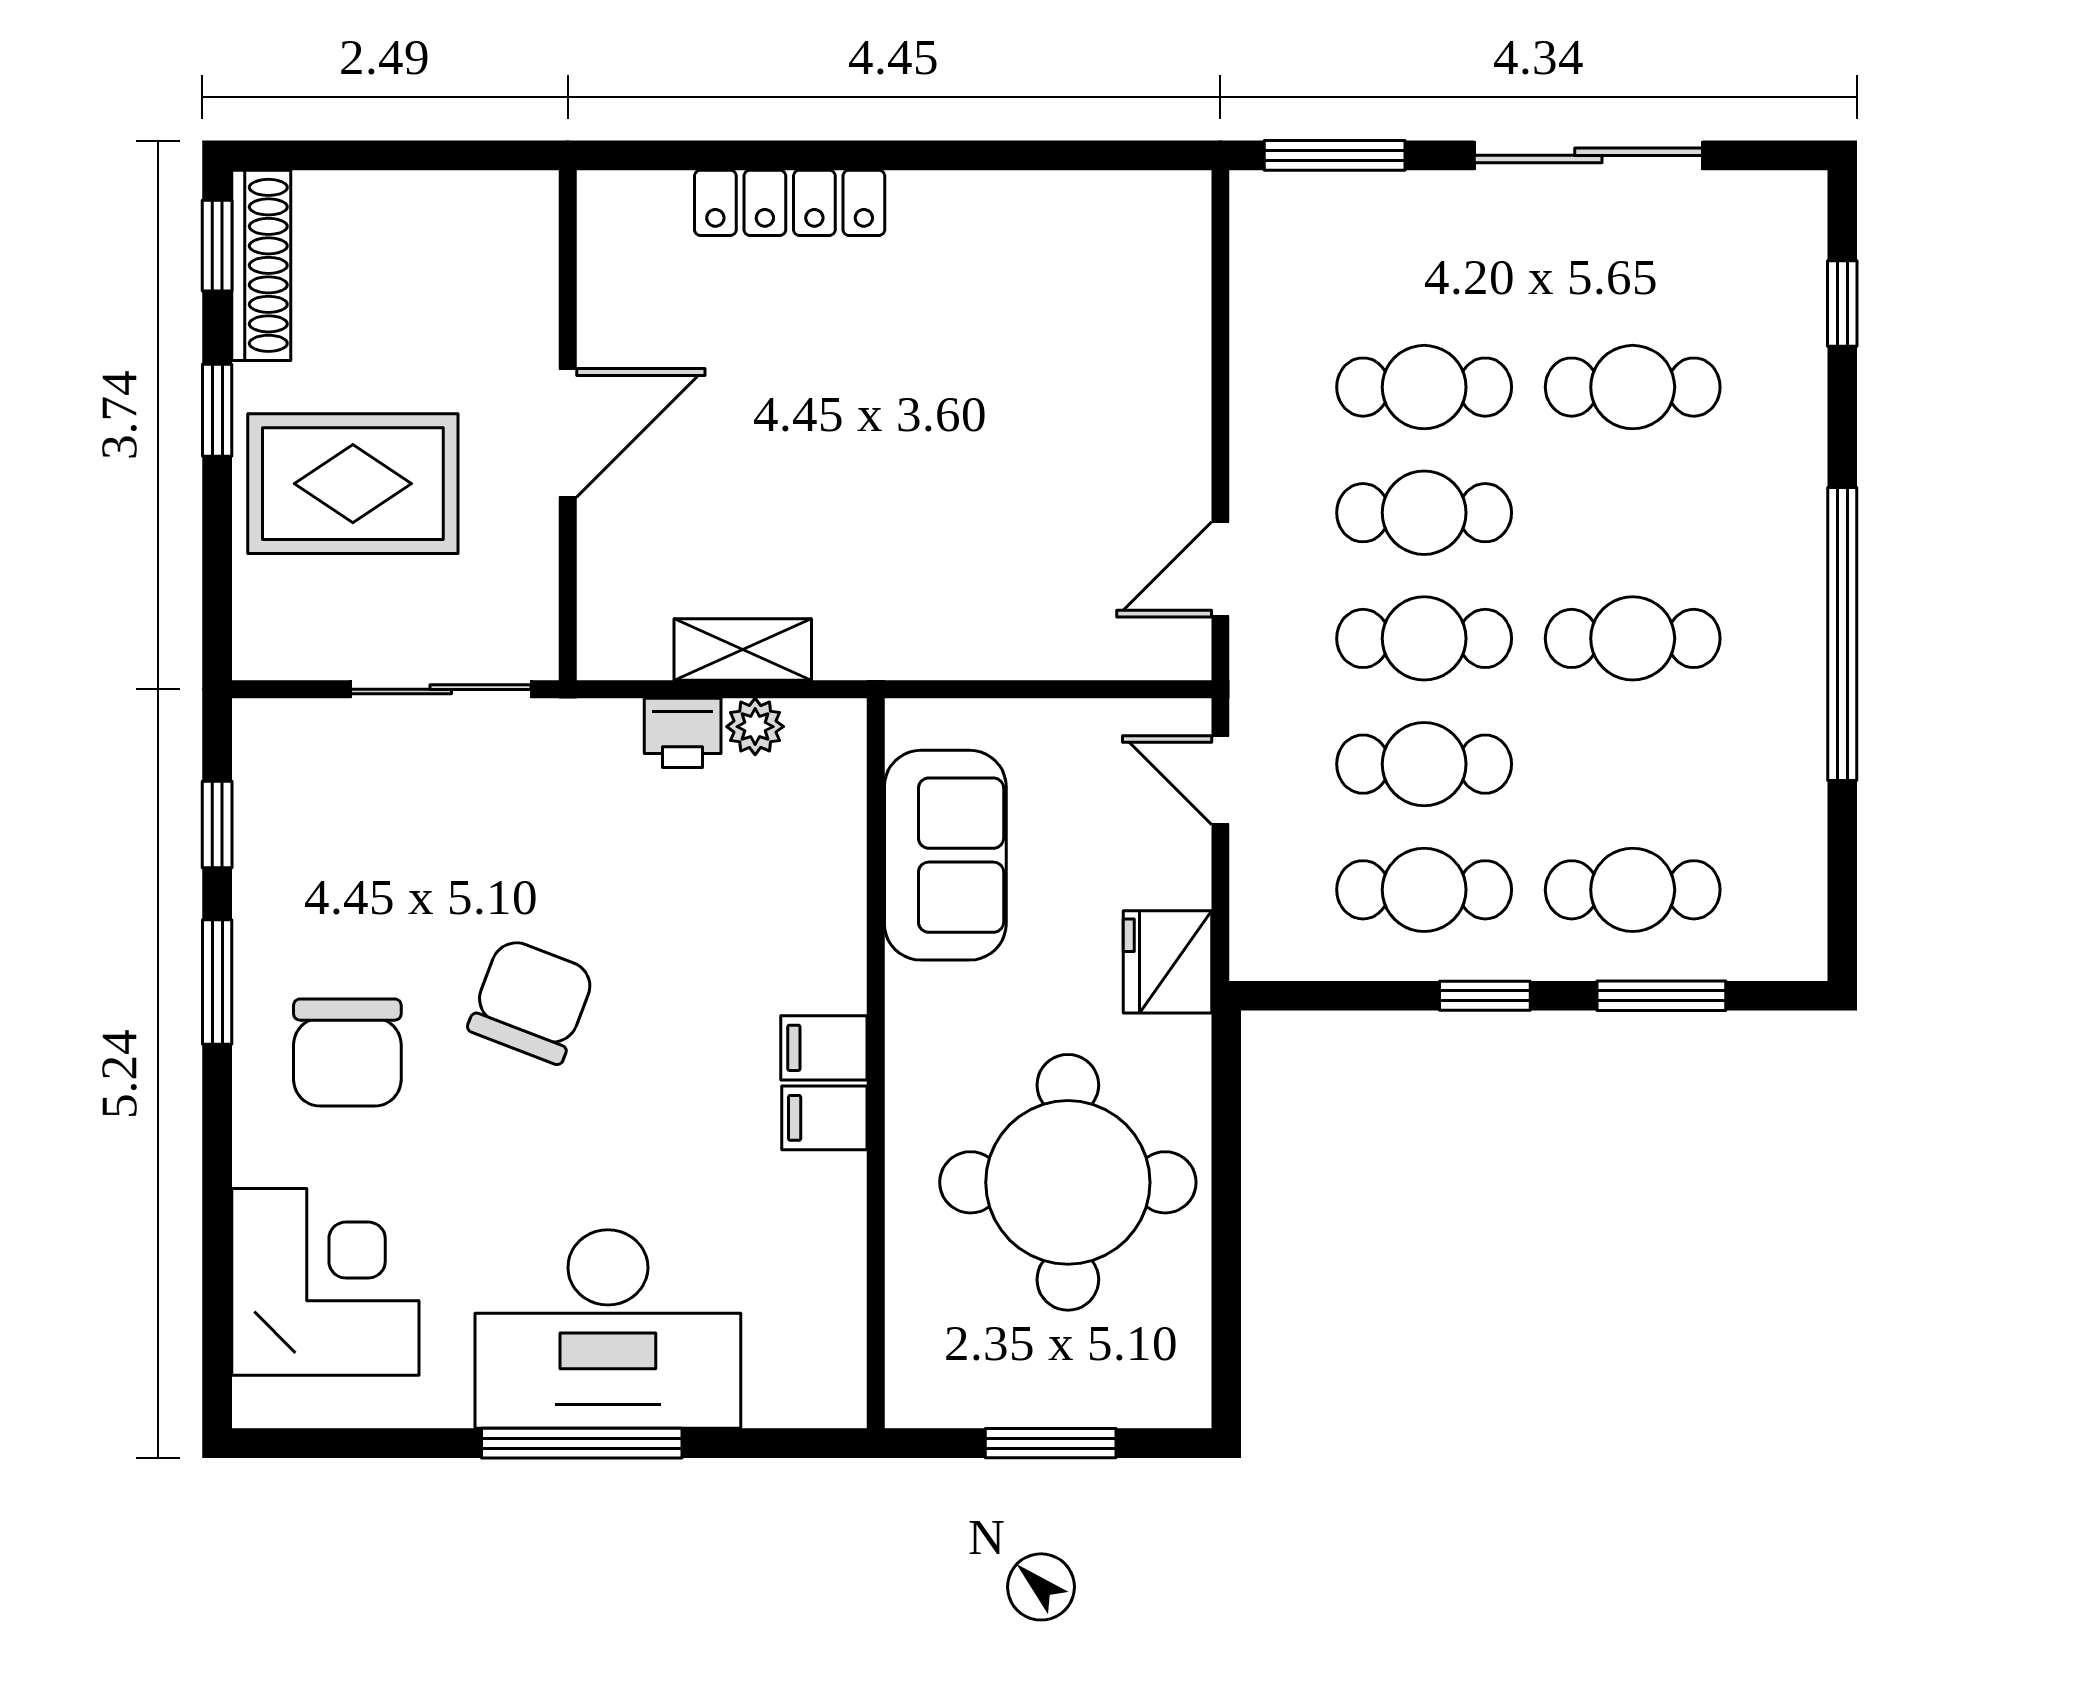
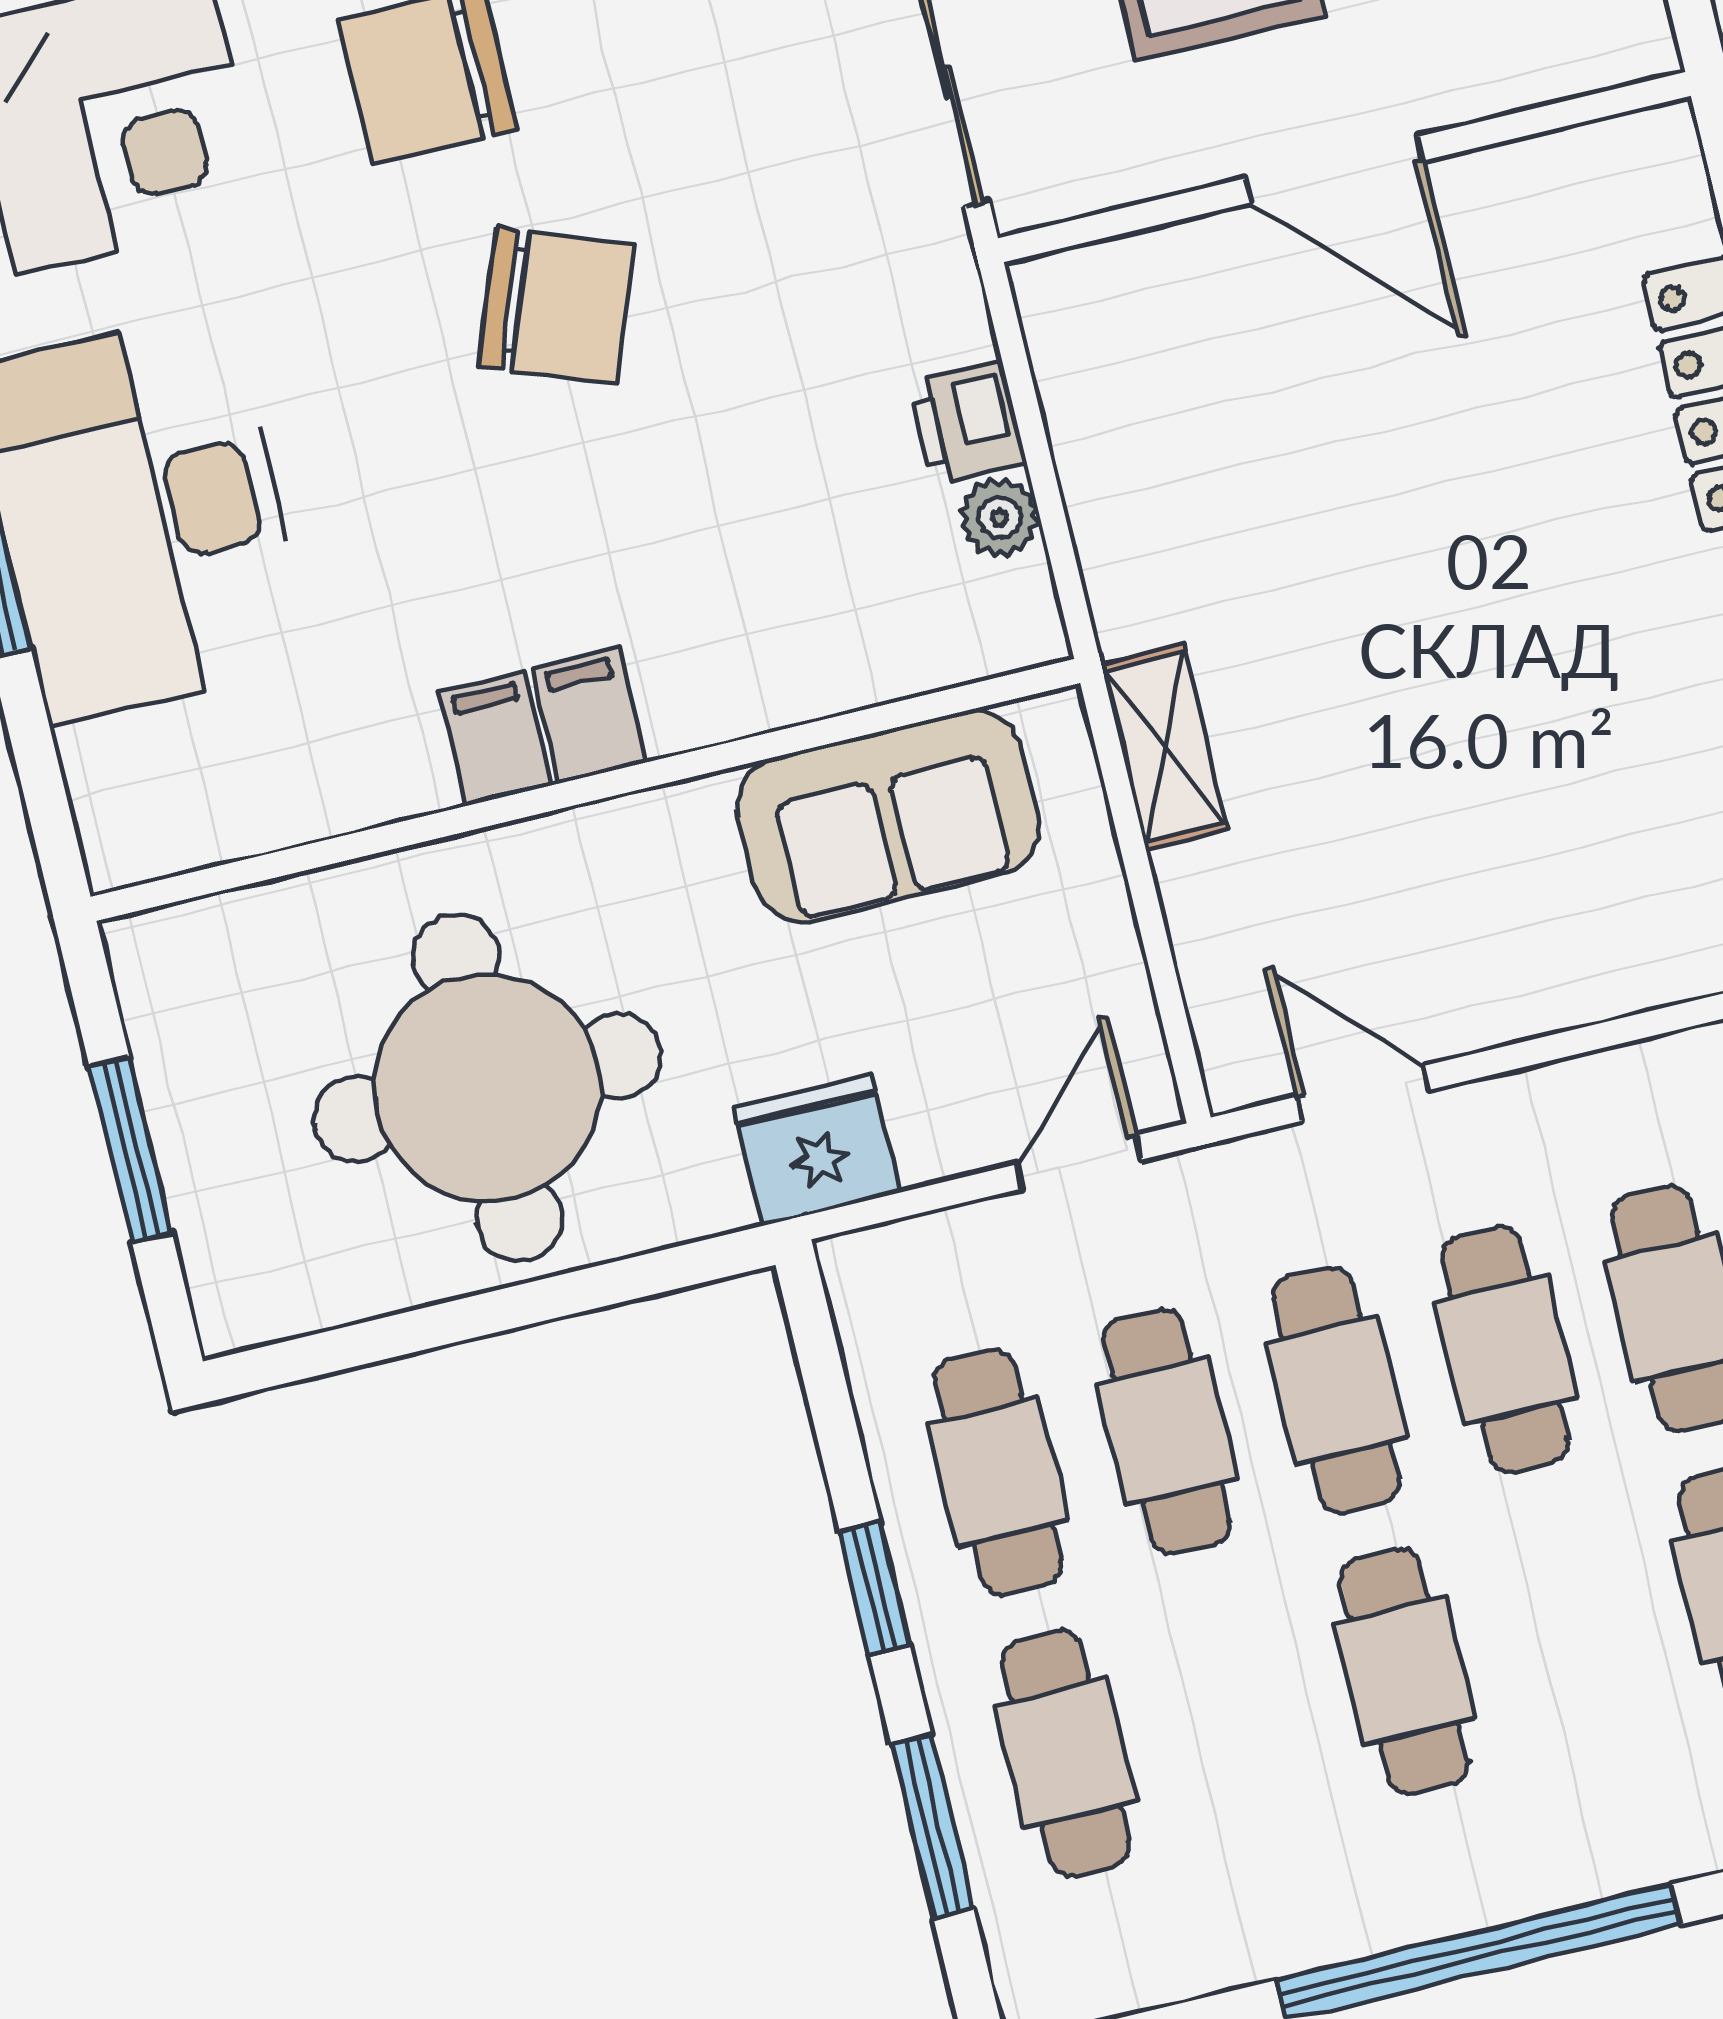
shelving: (743, 650) -> (1165, 747), moved

